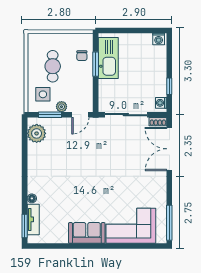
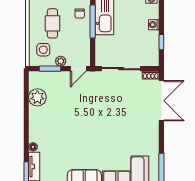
window: (96, 64) -> (93, 21), width x1.44
washing machine: (161, 103) -> (154, 25), moved
plant: (37, 133) -> (37, 97), moved
double door: (169, 149) -> (161, 101), swing flipped

